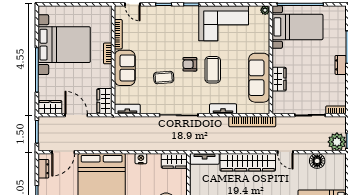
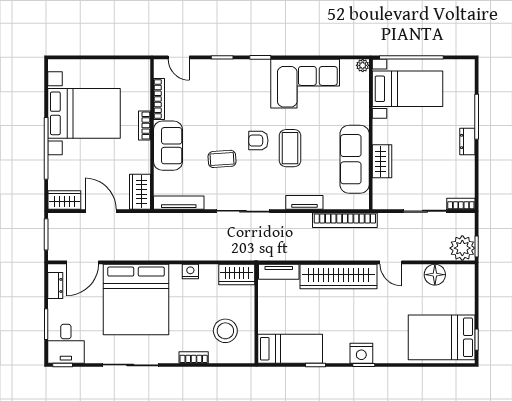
tv unit: (127, 109) -> (179, 203), width x1.41

